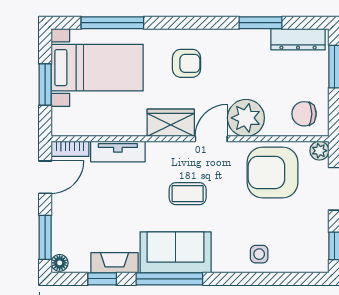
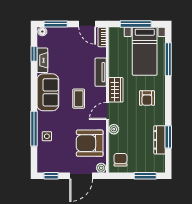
dresser: (298, 39) -> (160, 140), moved
window: (45, 85) -> (136, 24), width x1.44
plant: (246, 118) -> (114, 129), width x0.53, depth x0.53
door: (211, 139) -> (107, 111), swing flipped
tv unit: (118, 152) -> (101, 72), moved
armchair: (273, 172) -> (90, 143), turned -90
window: (169, 279) -> (34, 129), moved

